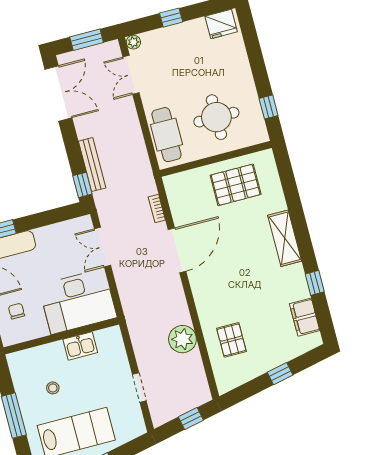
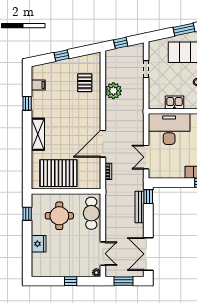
fridge: (221, 24) -> (39, 244), moved, turned 90
pallet: (236, 185) -> (58, 173), width x1.37, depth x1.41
double door: (102, 247) -> (146, 157), swing flipped
filing cabinet: (305, 317) -> (38, 85), width x0.50

